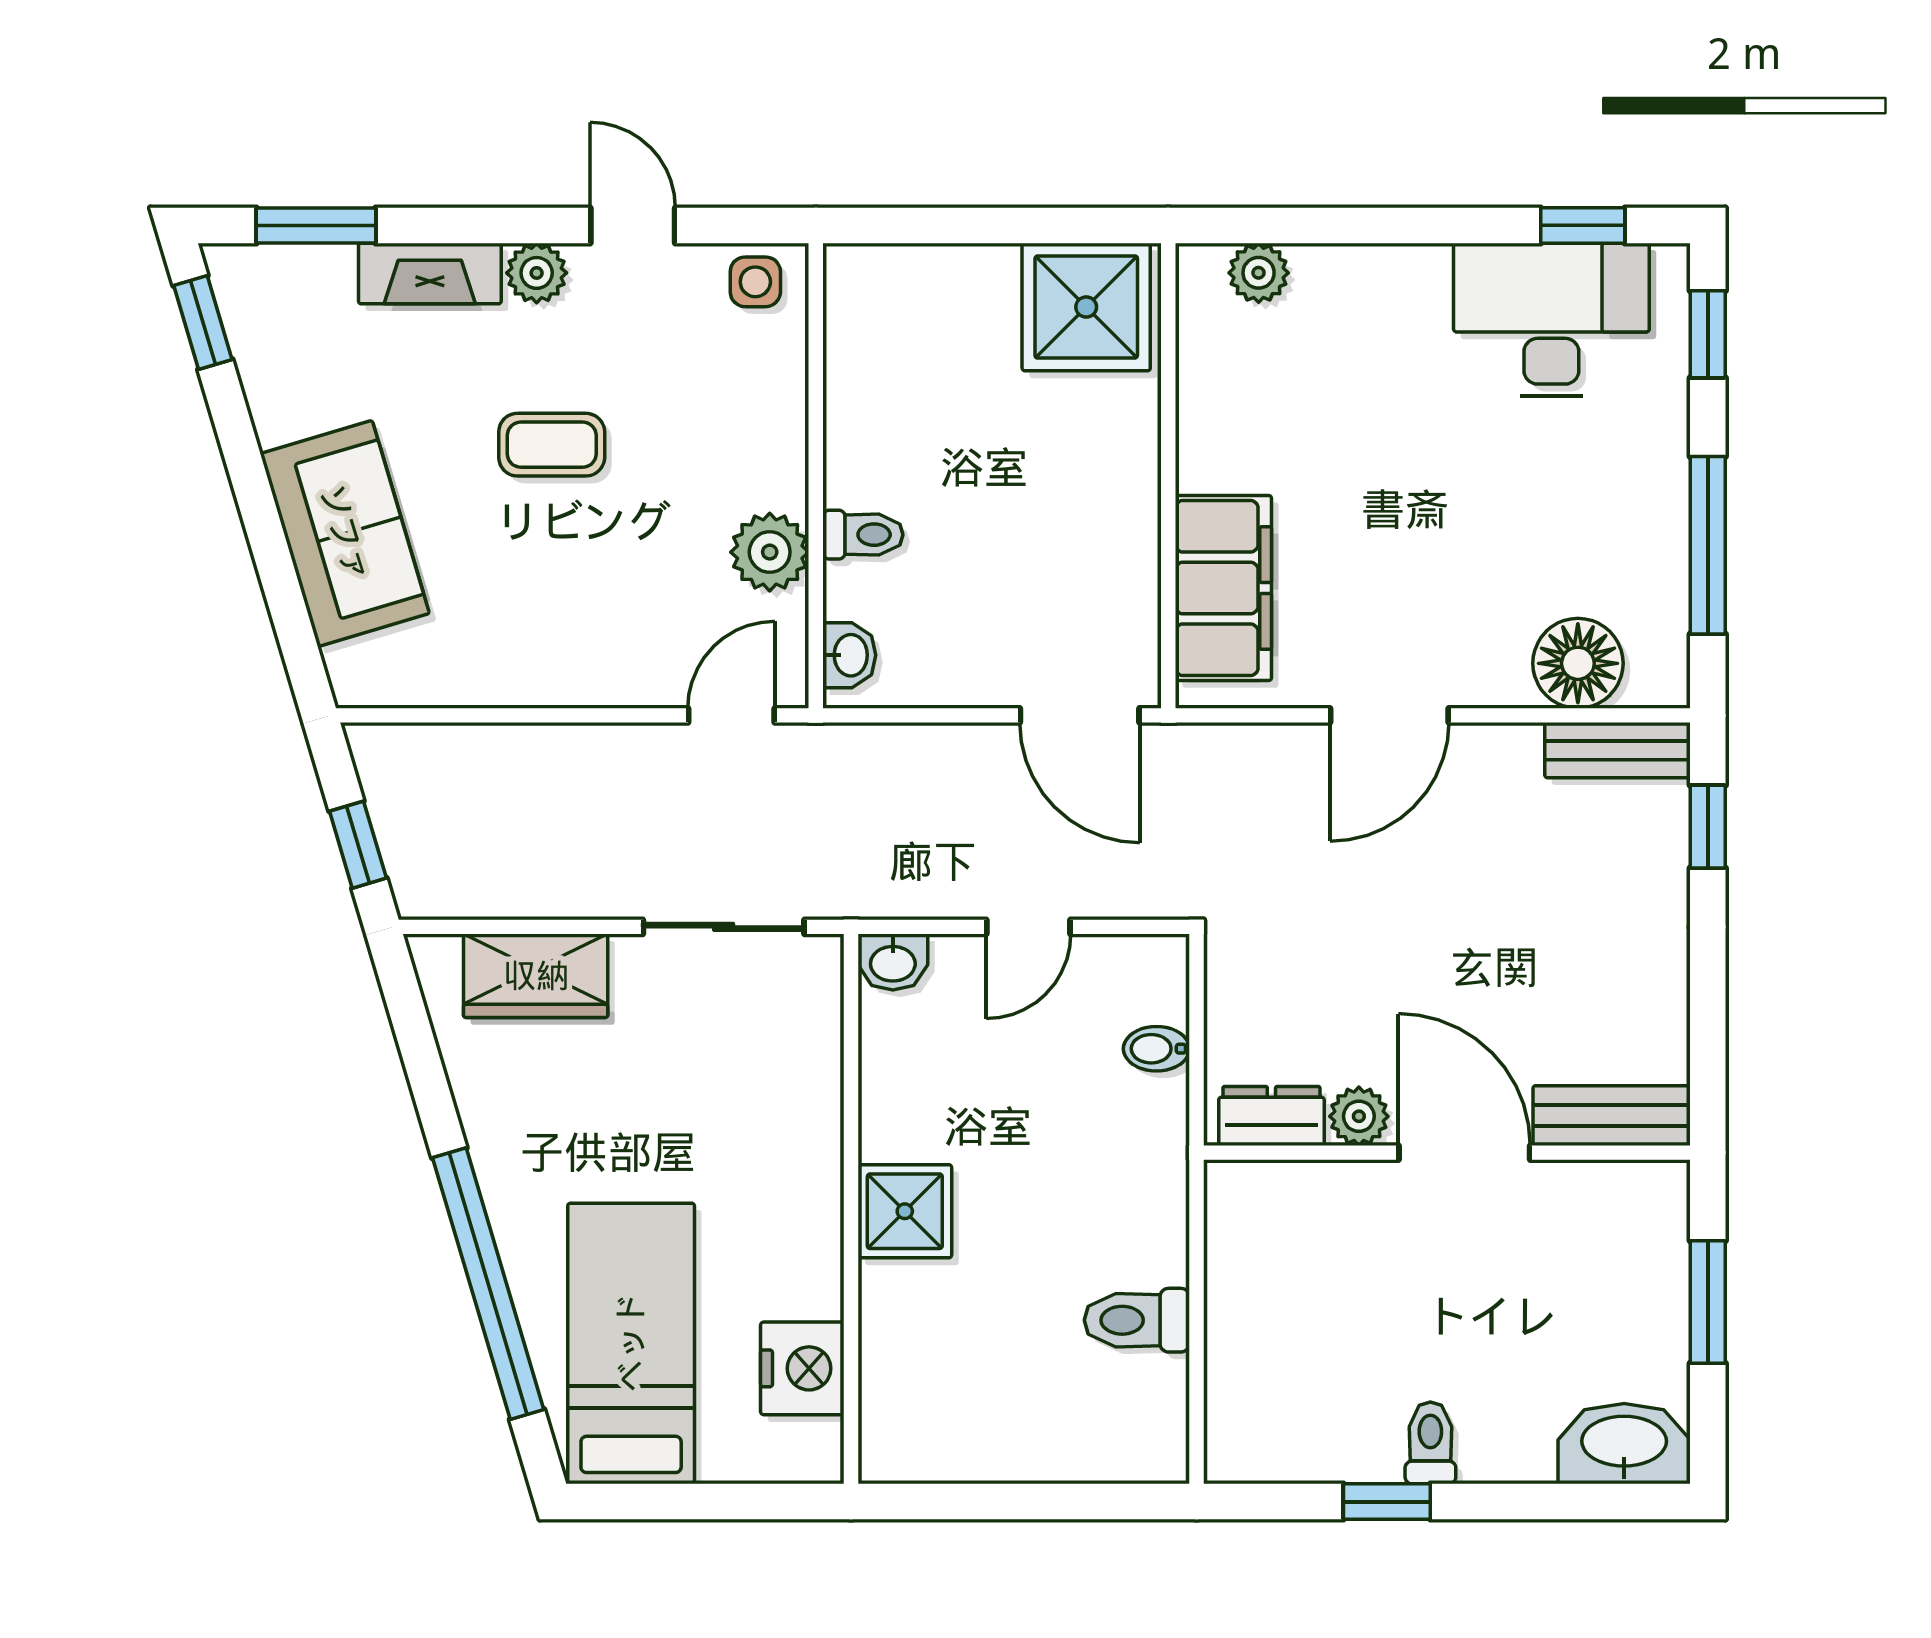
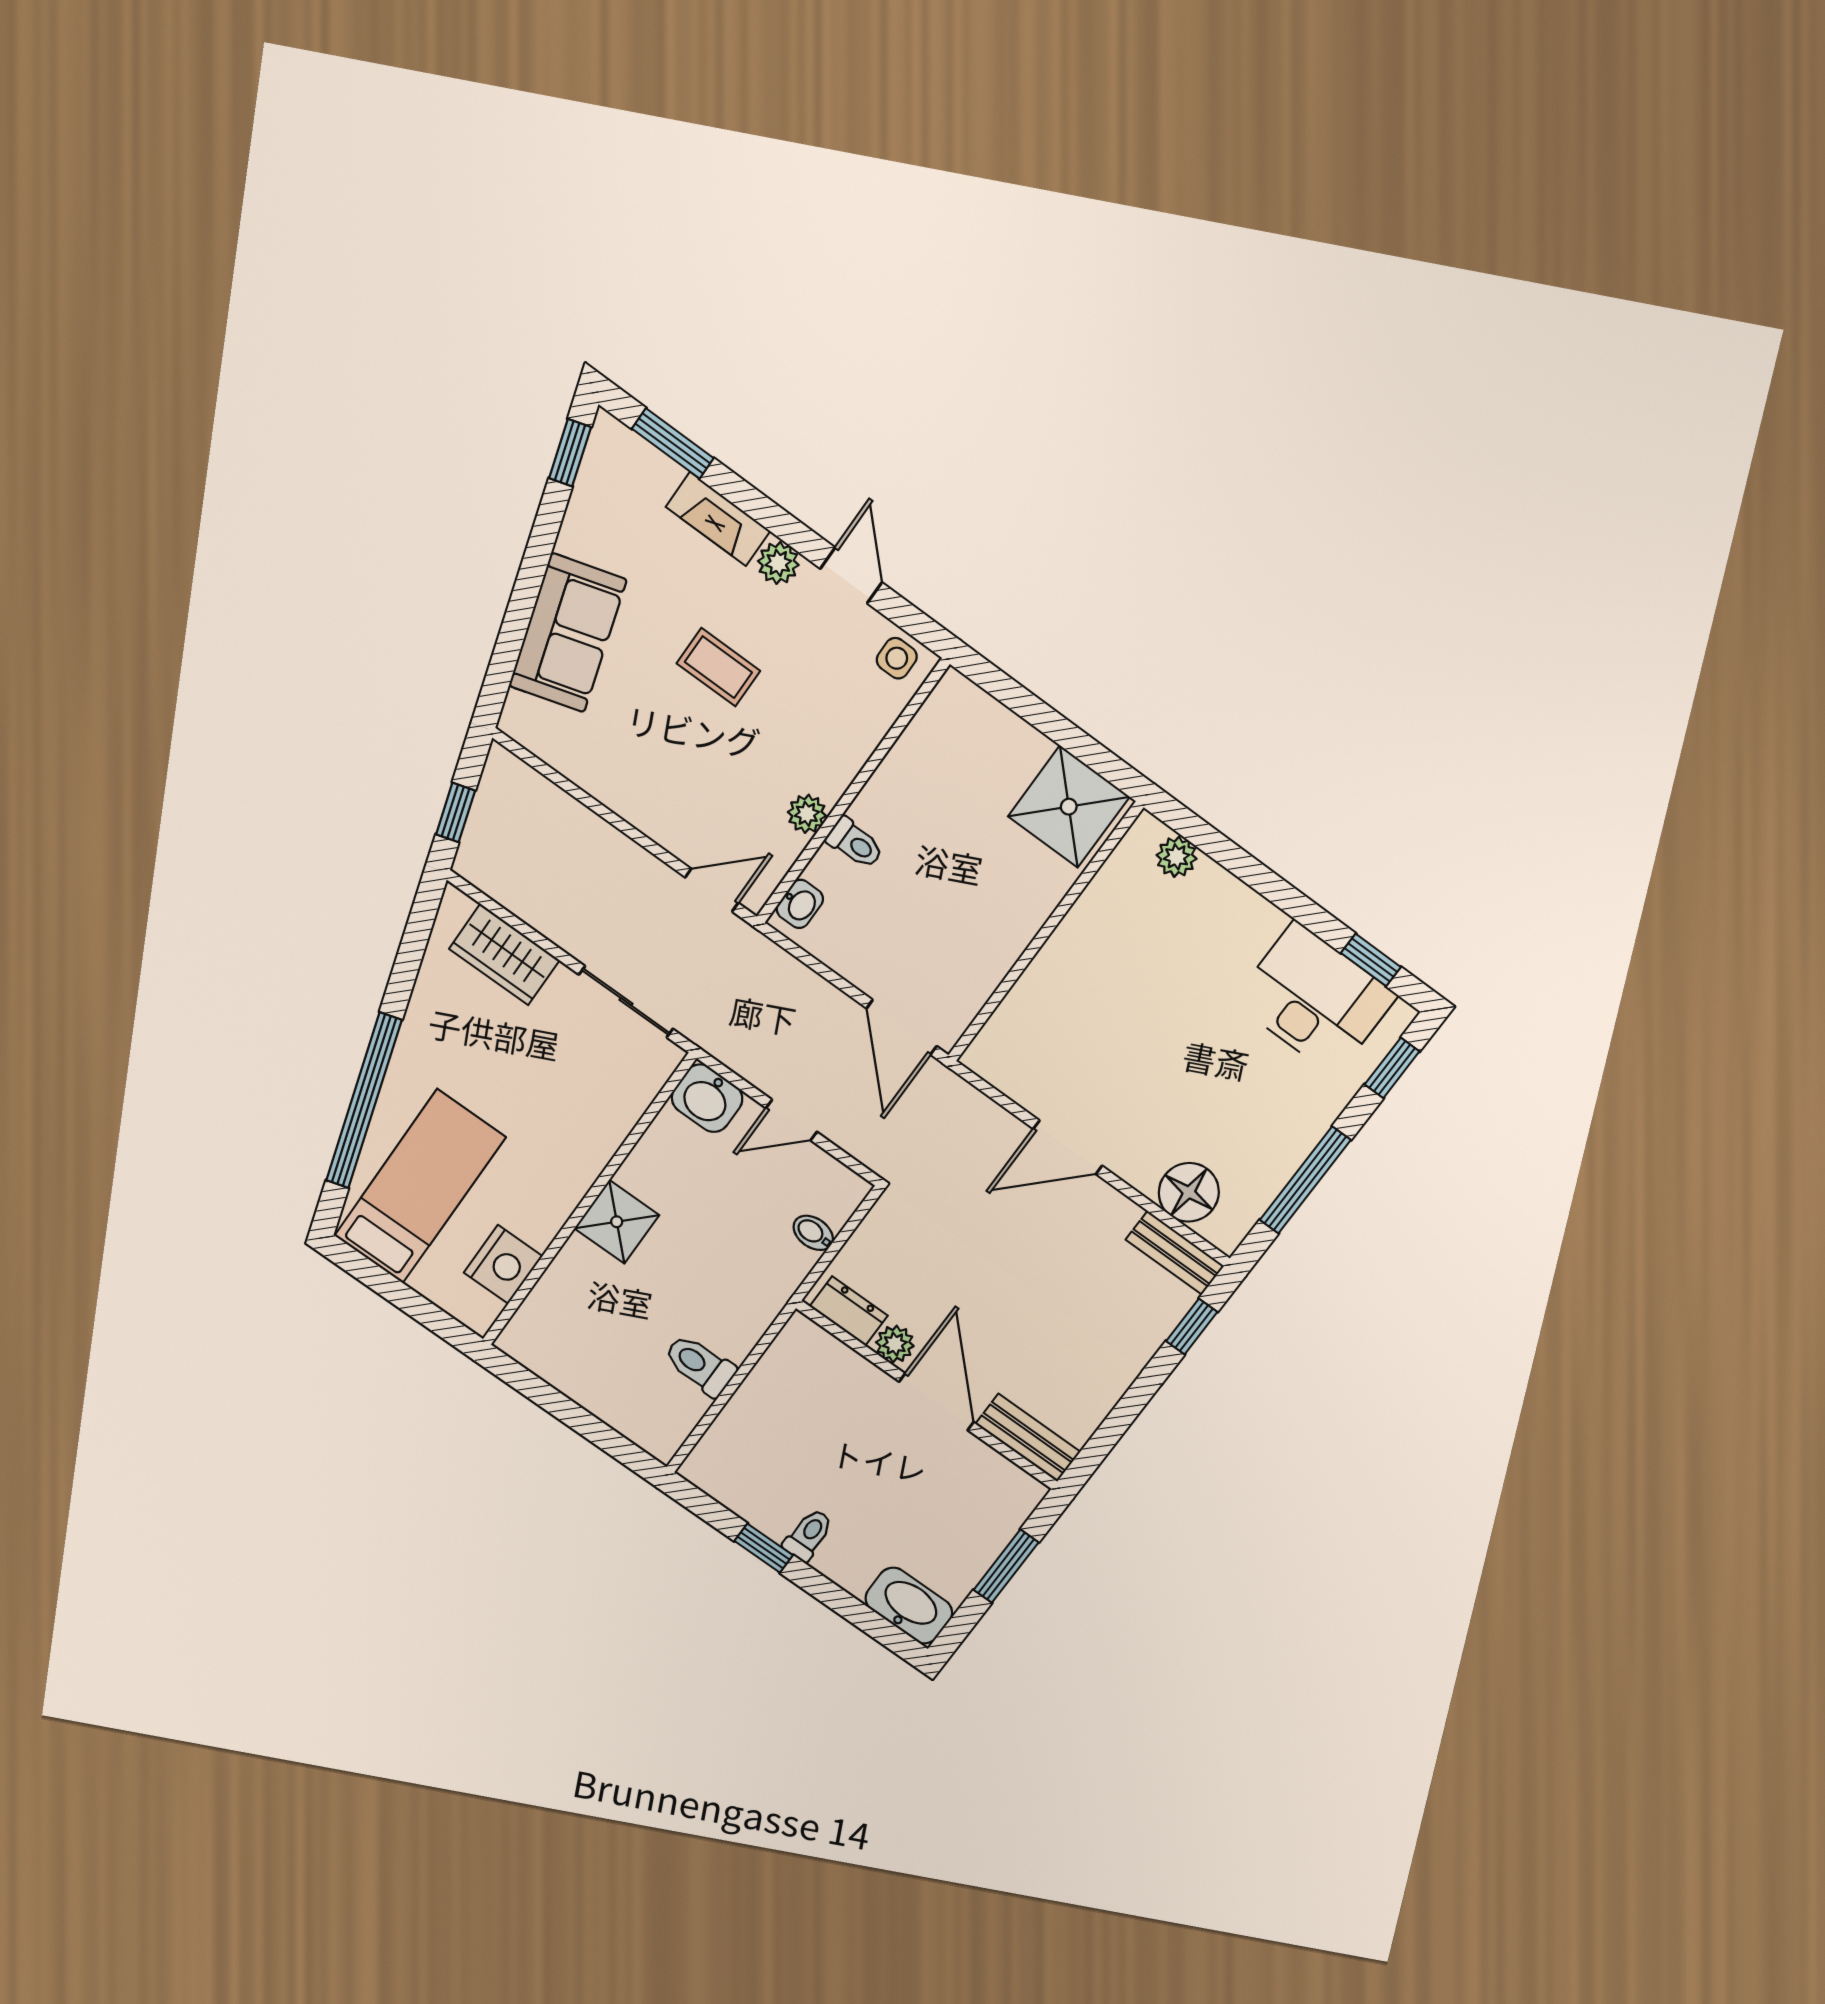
plant: (770, 552) -> (807, 814), width x0.73, depth x0.73
filing cabinet: (1223, 588) -> (1030, 1015), removed
washbasin: (893, 962) -> (707, 1098), width x1.38, depth x1.45

